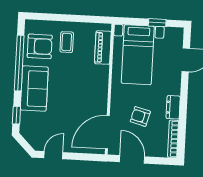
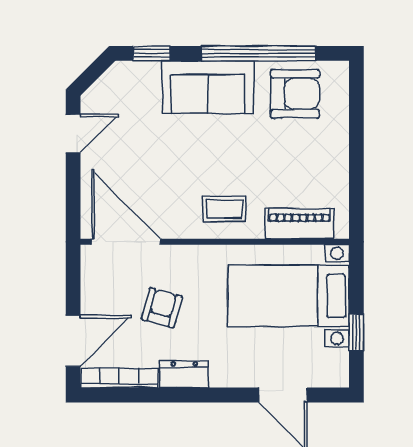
coffee table: (67, 42) -> (224, 209), moved
armchair: (40, 46) -> (295, 94), turned -90
door: (53, 155) -> (73, 133), hinge flipped
door: (132, 159) -> (73, 341), moved

